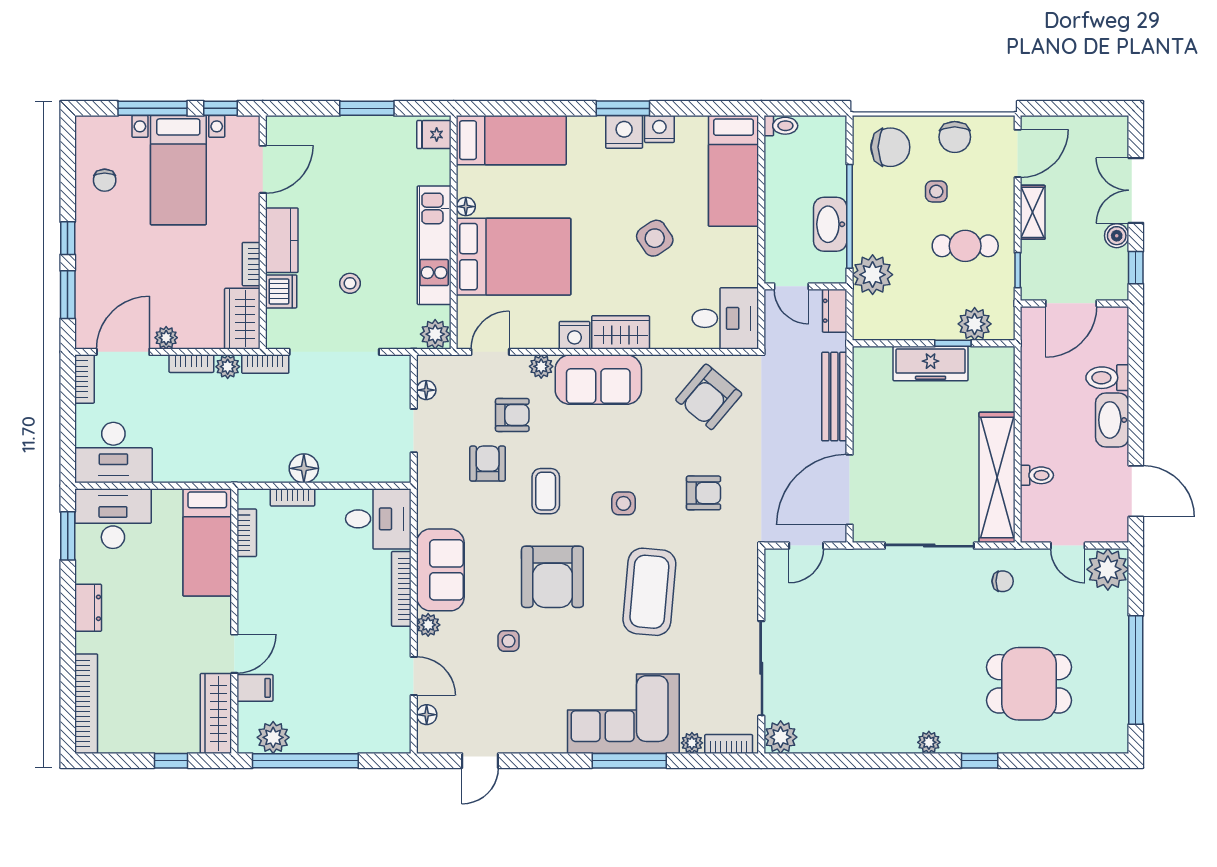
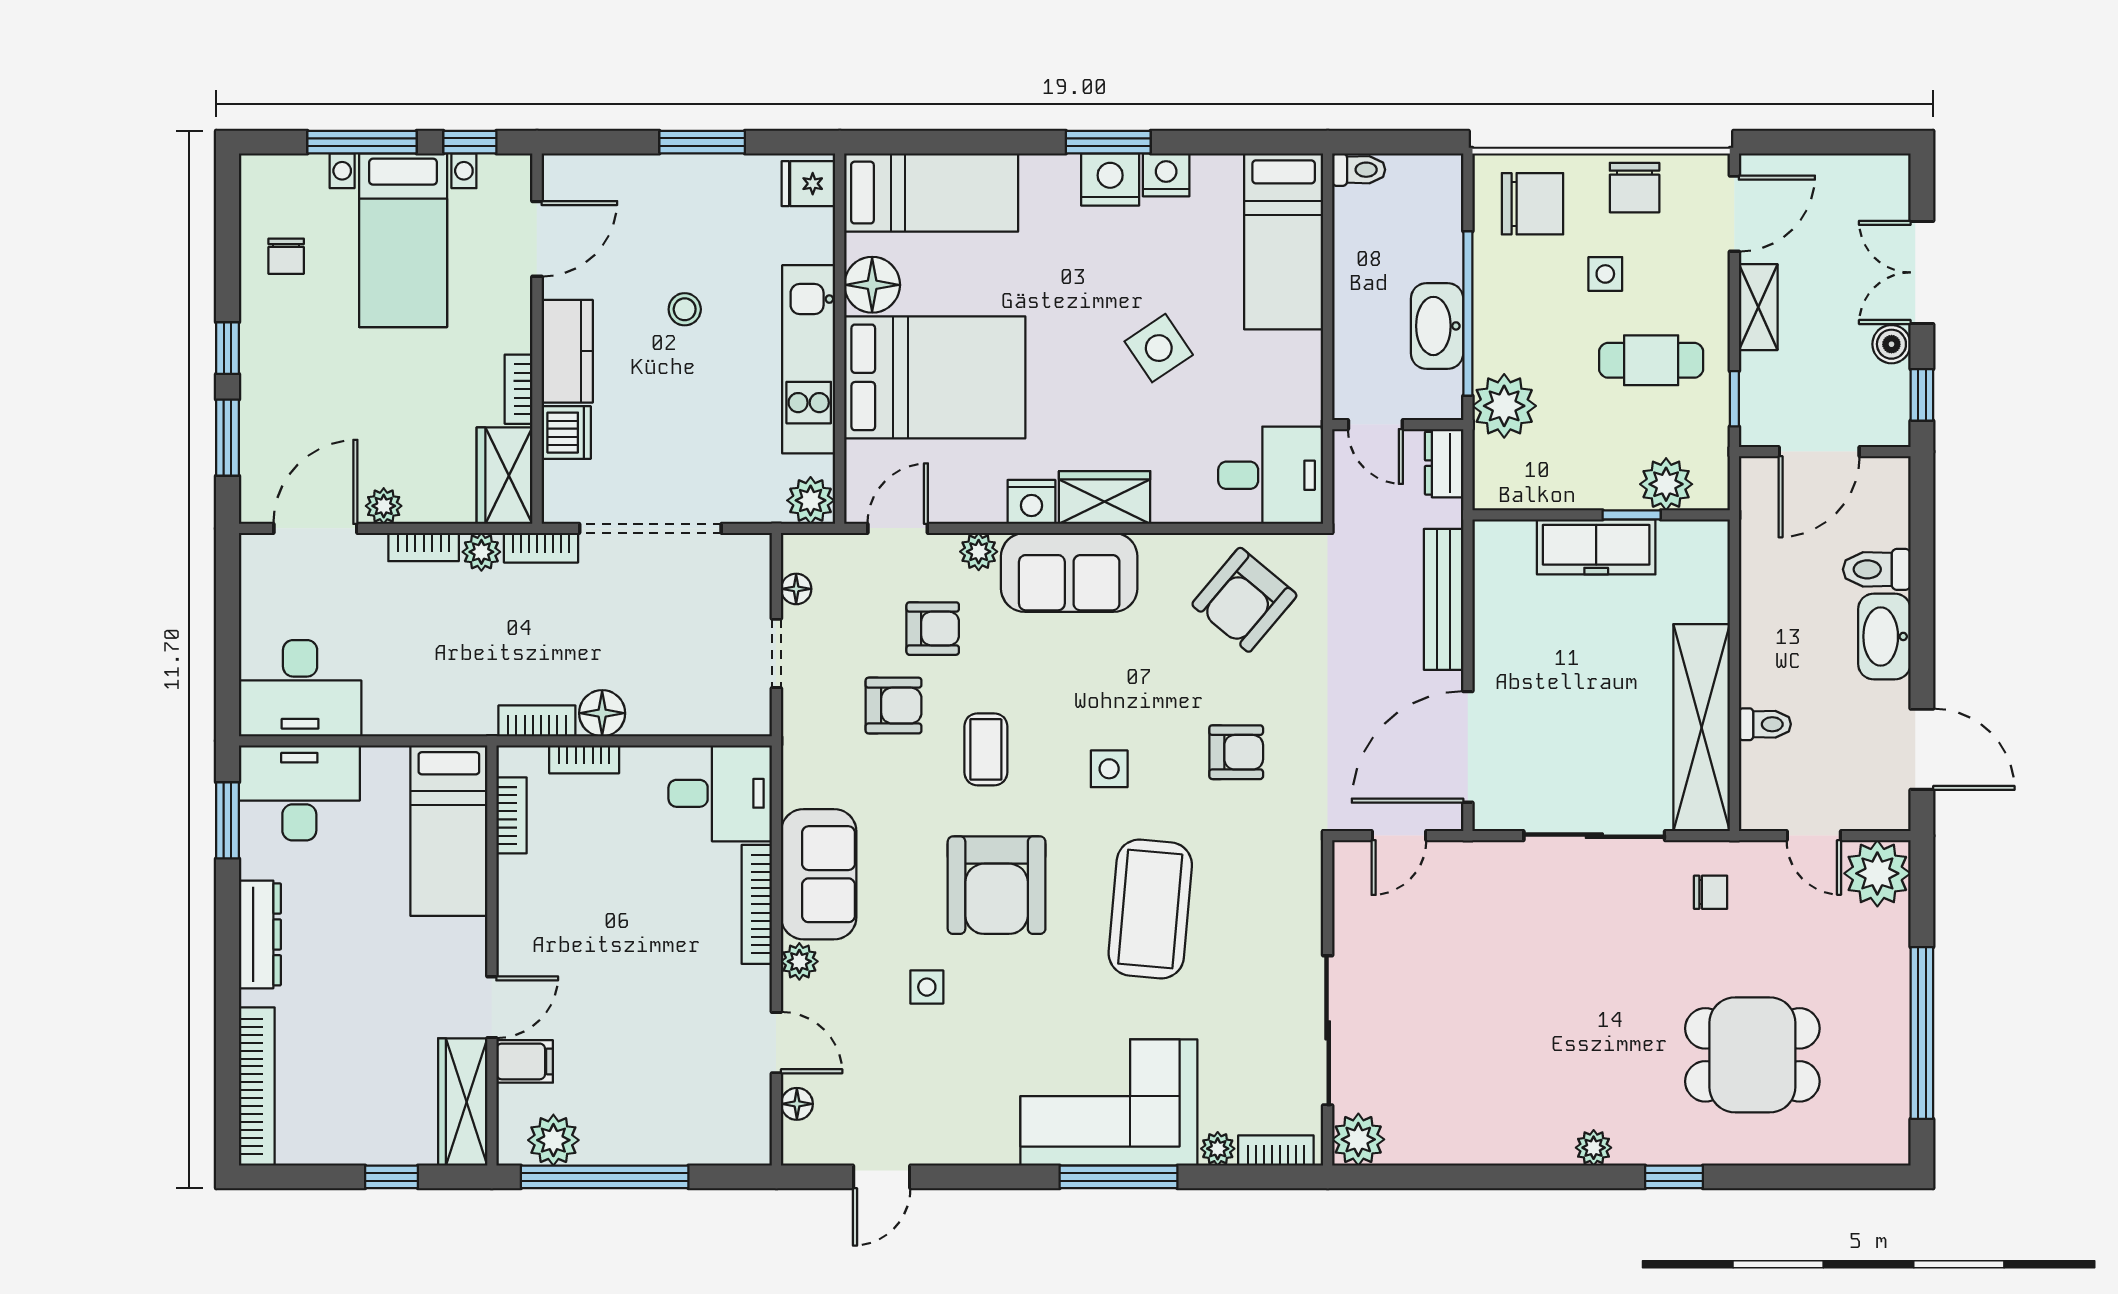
floor lamp: (466, 207) -> (872, 285), width x1.89, depth x1.89
stool: (350, 283) -> (685, 309), moved
bookcase: (84, 379) -> (537, 721), moved, turned -90
armchair: (488, 464) -> (893, 706), turned 90
dresser: (88, 608) -> (260, 934), width x1.44

